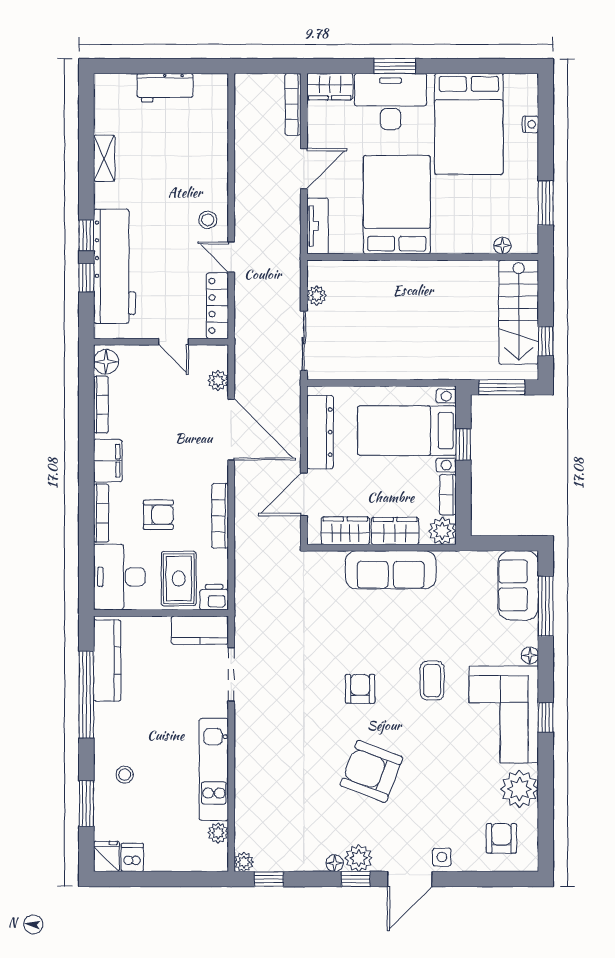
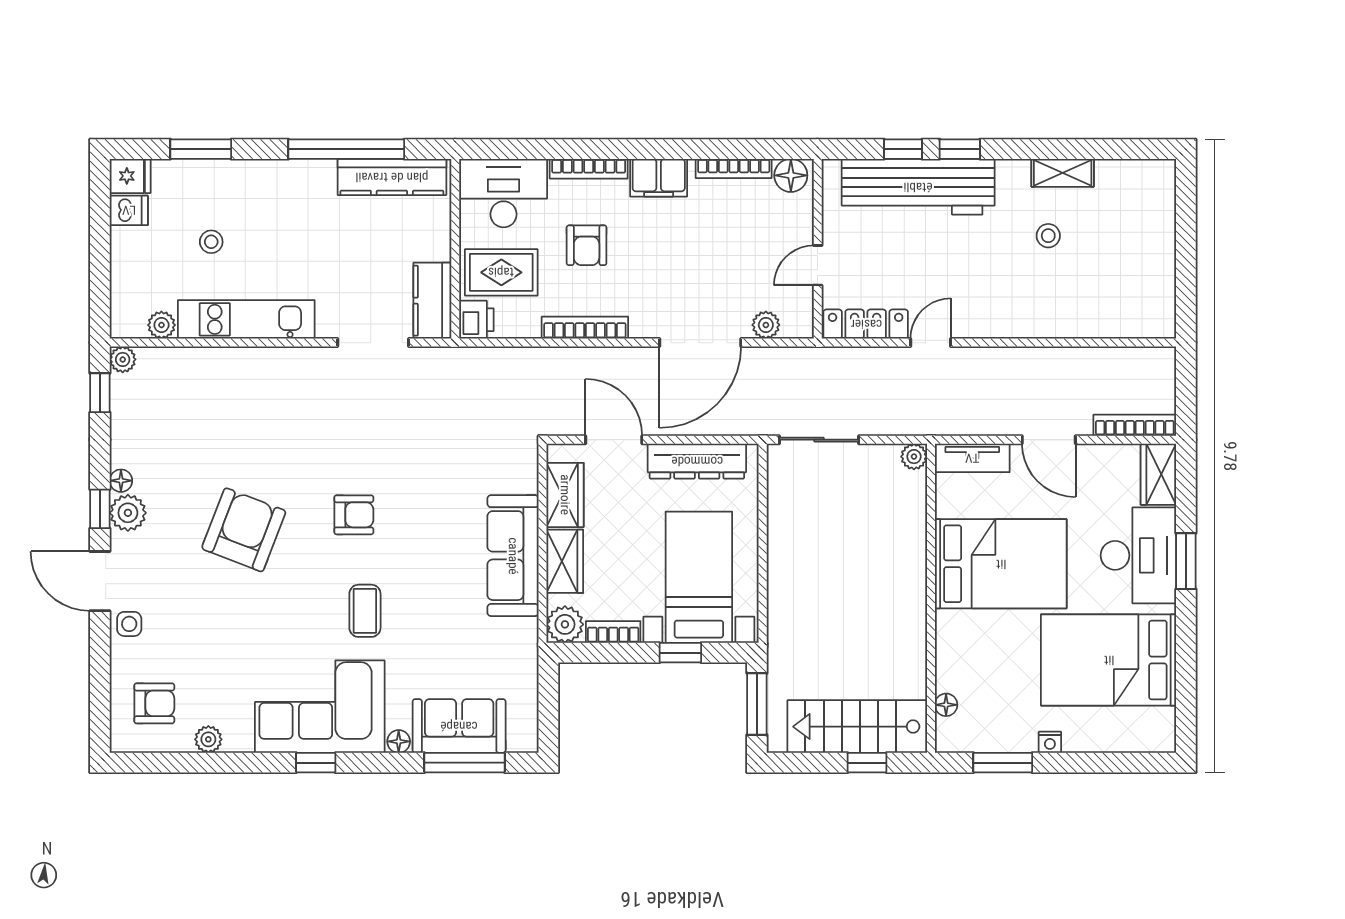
workbench: (165, 88) -> (1157, 254), removed
nightstand: (530, 124) -> (1050, 742), moved
stool: (208, 220) -> (1048, 236), moved
plant: (317, 296) -> (914, 457), moved
window: (546, 341) -> (867, 763), moved
sofa: (518, 585) -> (459, 726), moved
coffee table: (432, 681) -> (365, 611), turned 90
stool: (125, 775) -> (211, 242), moved
plant: (519, 789) -> (208, 739), width x0.53, depth x0.53

